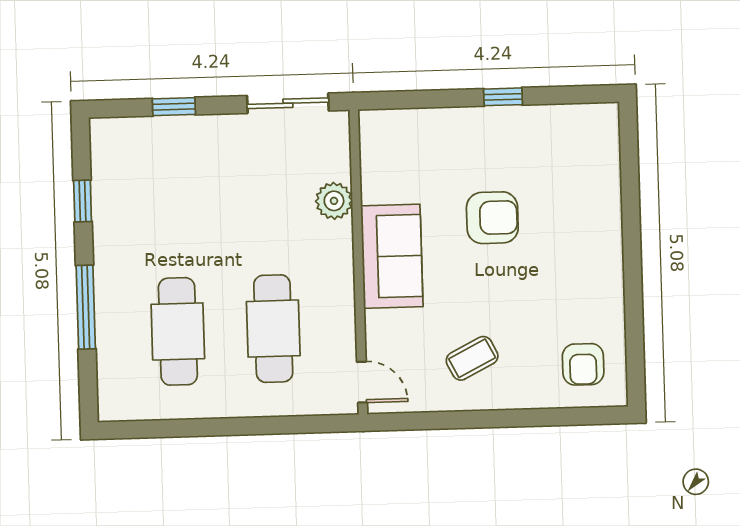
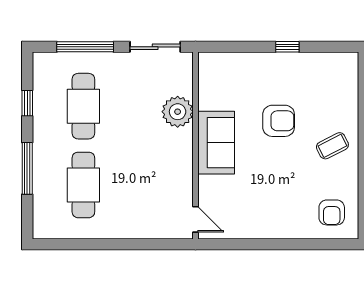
window: (174, 107) -> (85, 47), width x2.17
plant: (334, 201) -> (178, 112), width x1.36, depth x1.36
cafe table: (273, 329) -> (83, 106), moved
coffee table: (472, 358) -> (332, 146), moved

